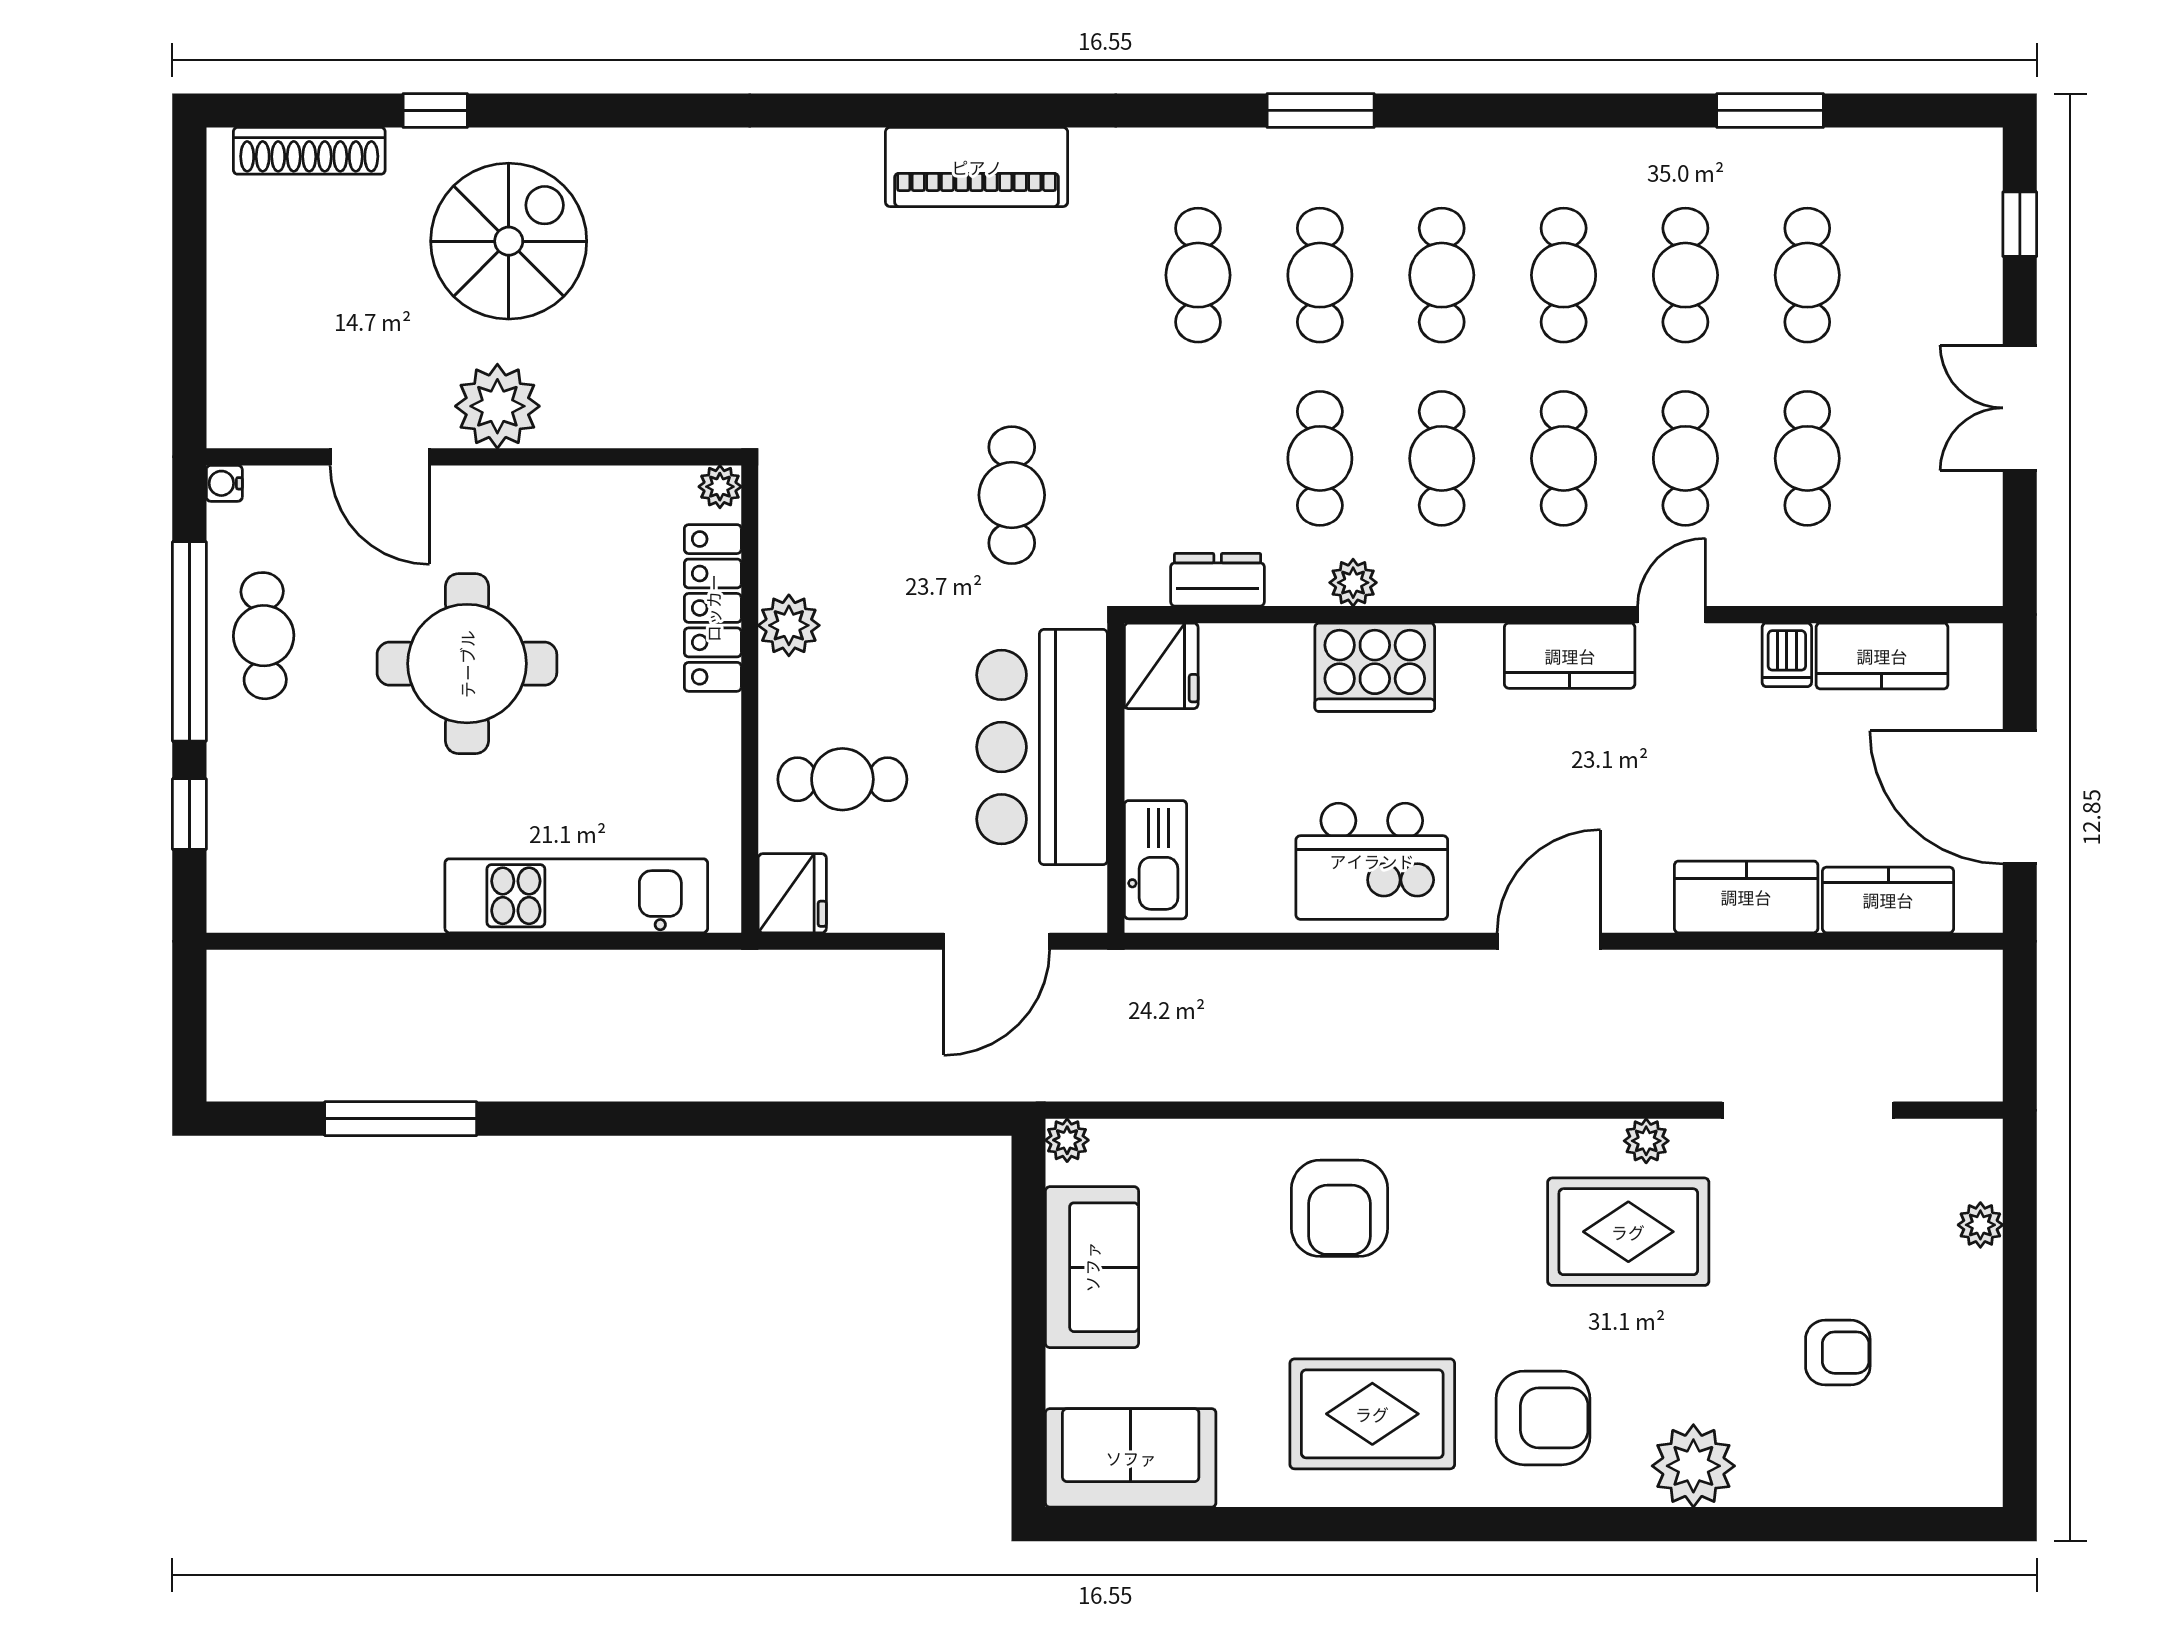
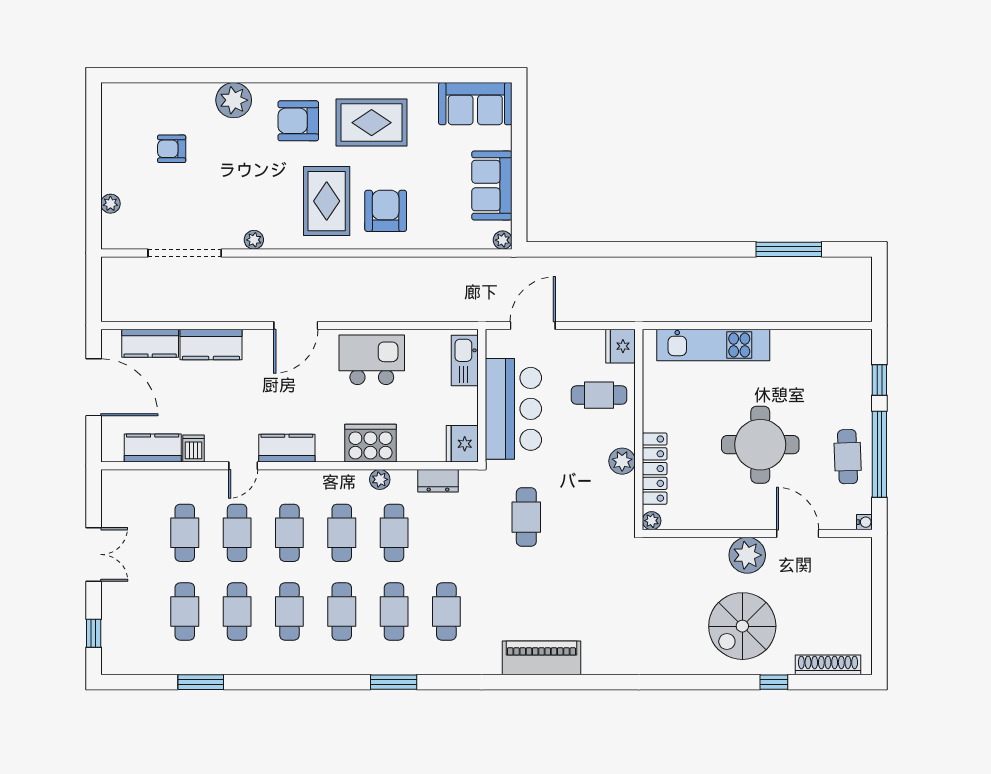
rug: (1628, 1232) -> (327, 201), moved, turned 90

